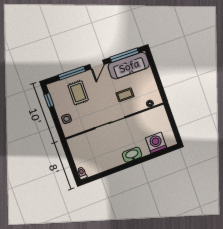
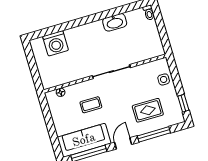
rug: (78, 93) -> (148, 110), turned 90
washbasin: (132, 155) -> (115, 22), moved

